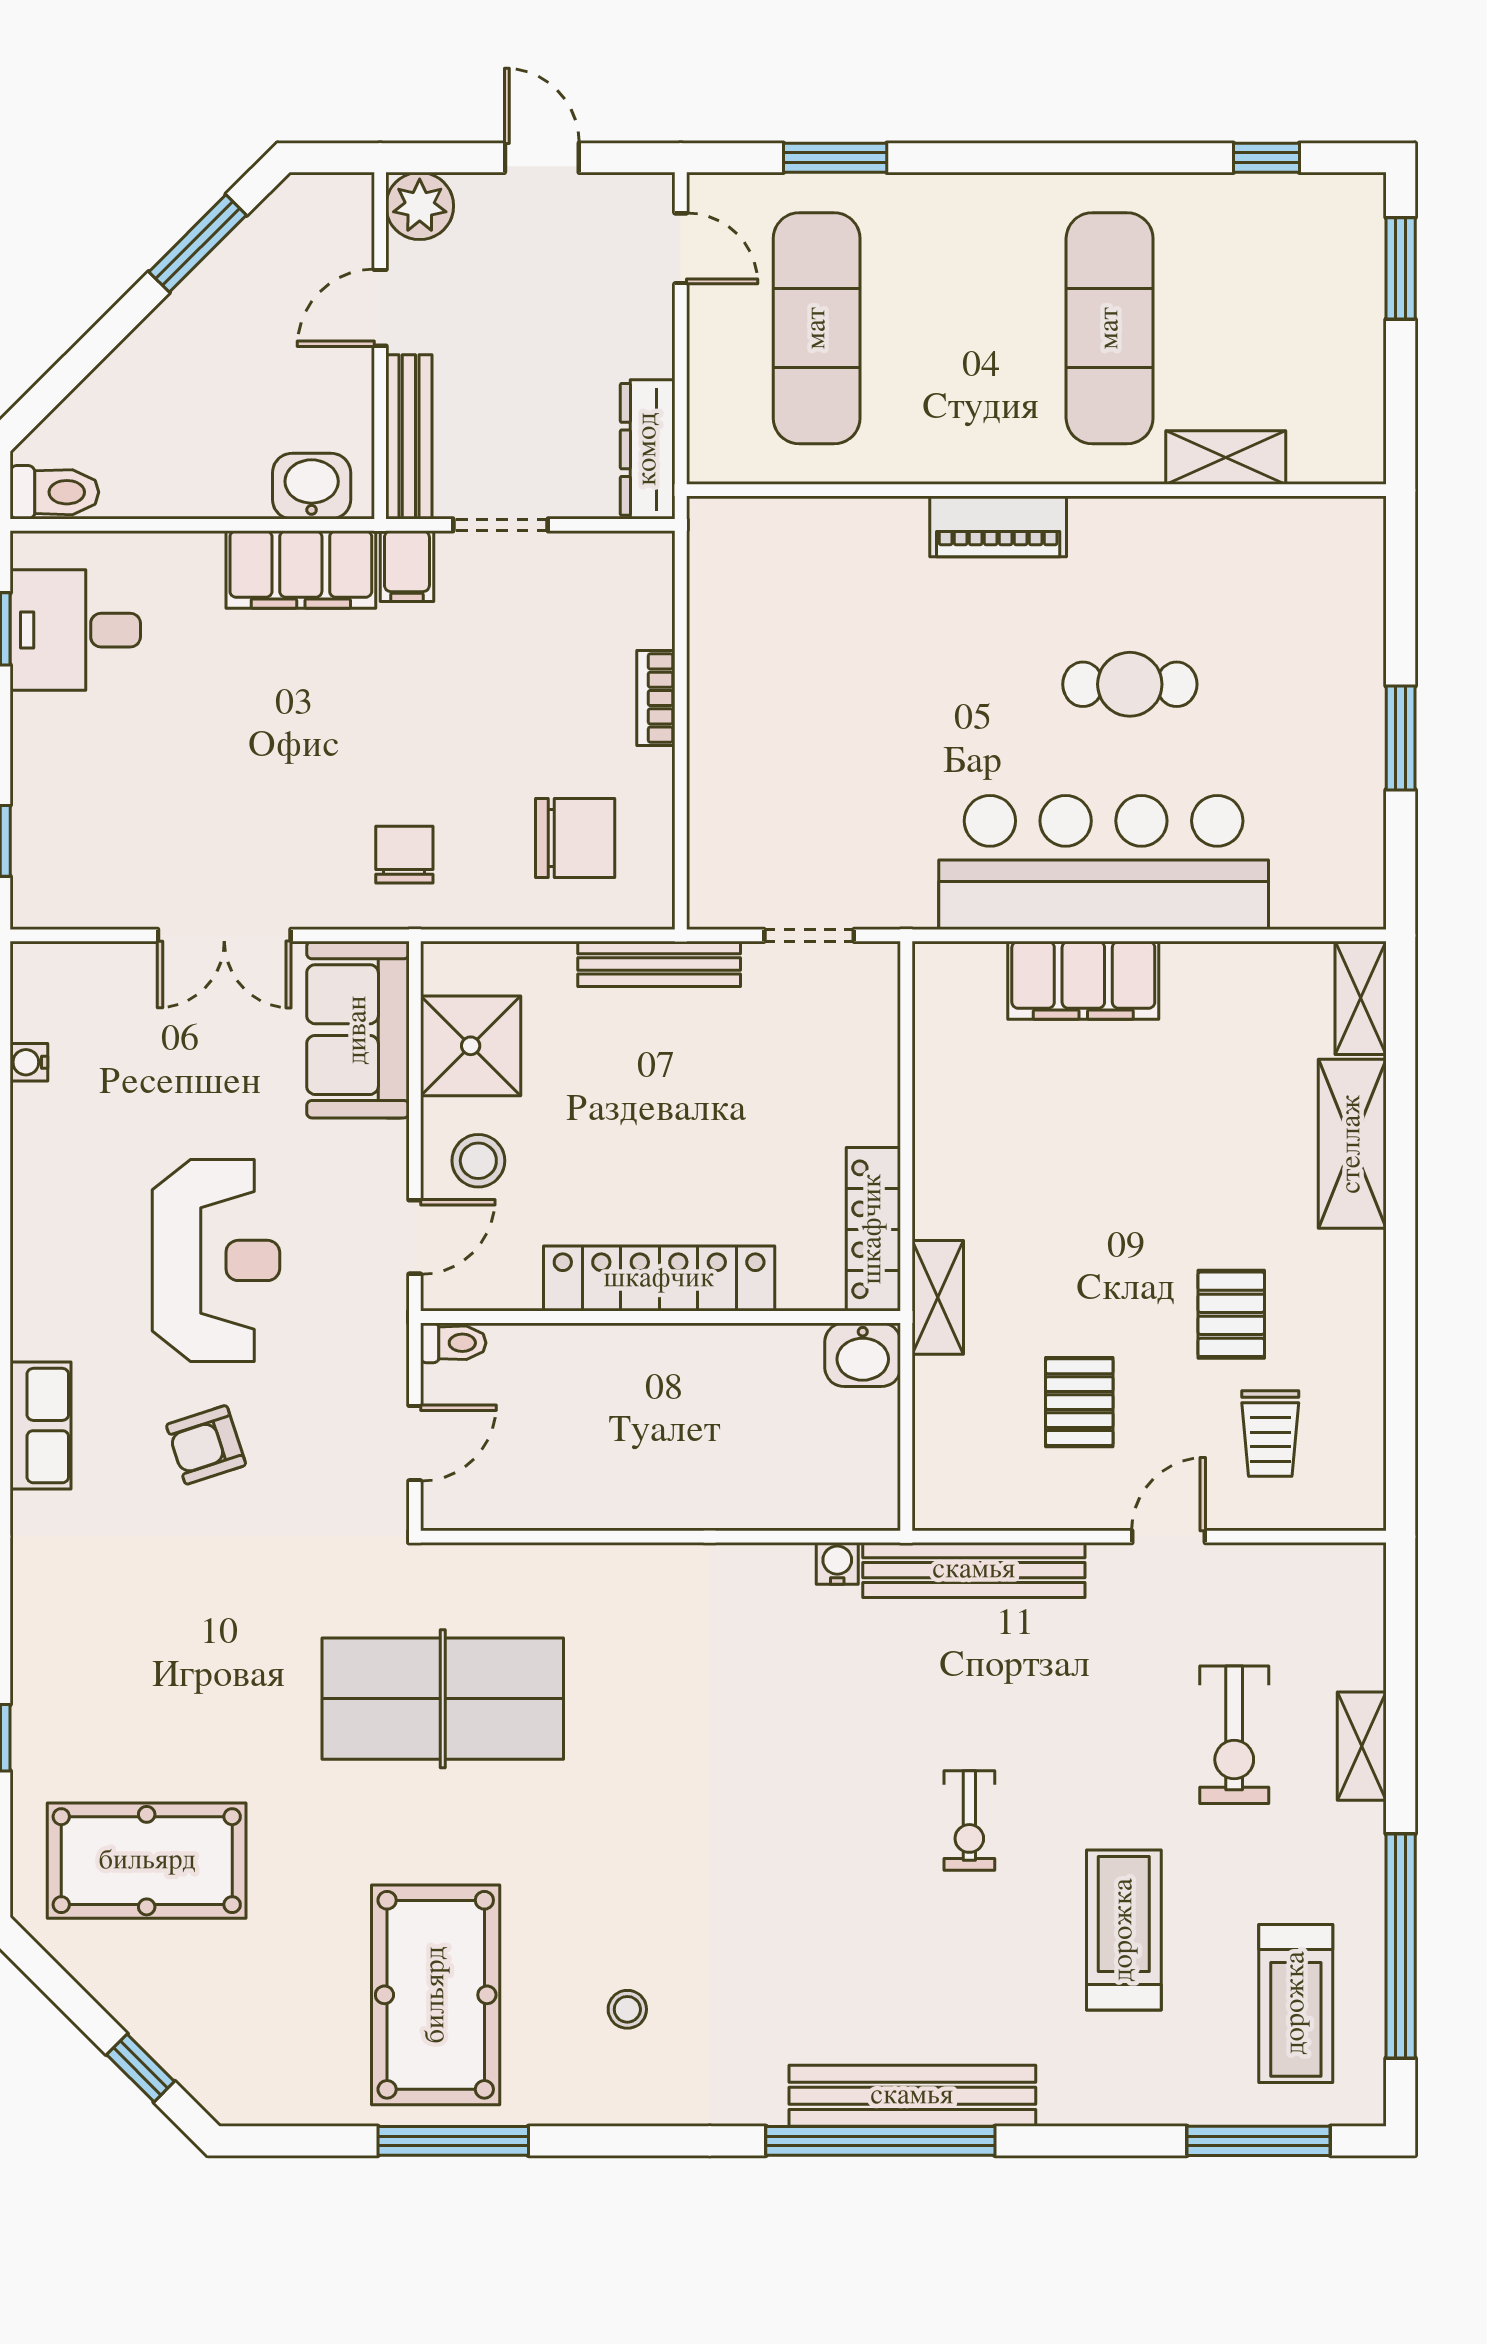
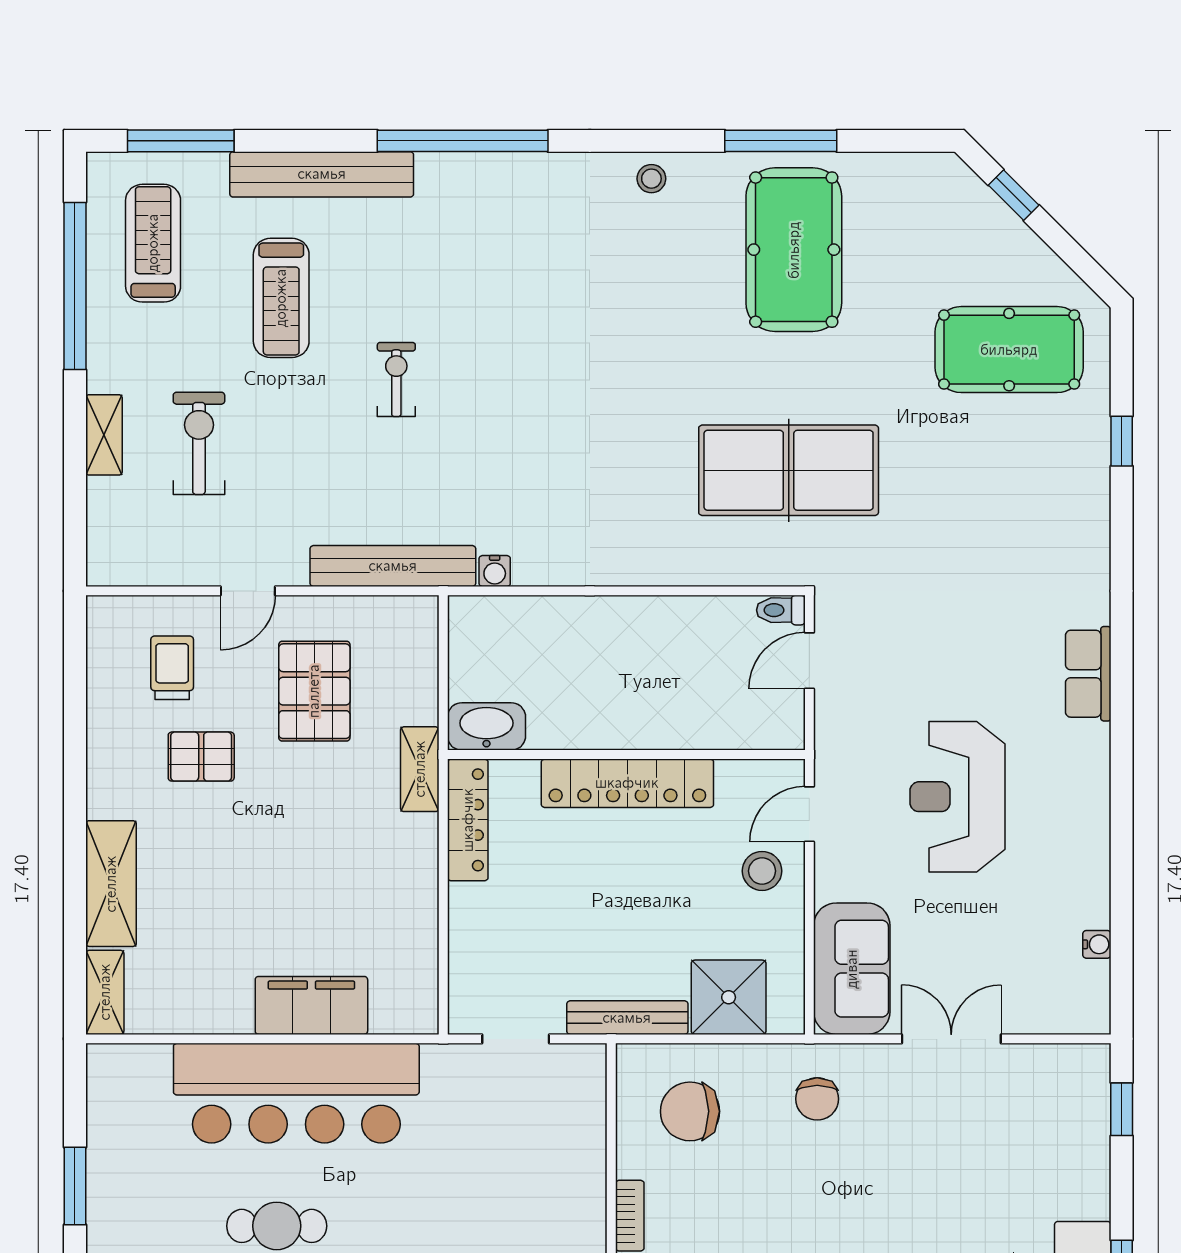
shower: (471, 1046) -> (729, 997), moved
pallet: (1231, 1314) -> (201, 757), turned 90
toilet: (453, 1343) -> (781, 610), moved
washbasin: (863, 1355) -> (487, 726), width x1.38
pallet: (1079, 1402) -> (314, 691), width x1.50, depth x1.42
armchair: (206, 1445) -> (965, 659), removed
stool: (627, 2009) -> (651, 179), moved
bench: (912, 2096) -> (322, 174), moved

